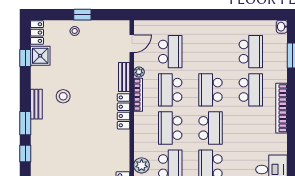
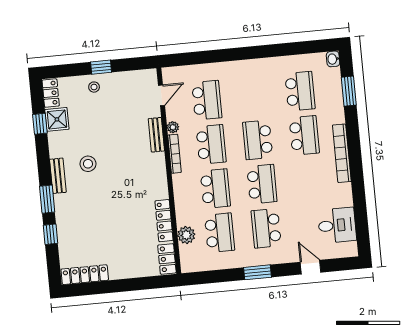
school desk: (170, 90) -> (211, 144), turned 180
locker: (124, 111) -> (164, 221), moved
school desk: (170, 128) -> (215, 189), turned 180

